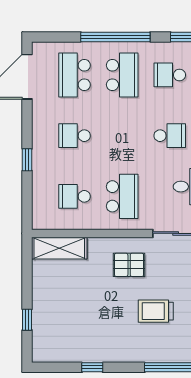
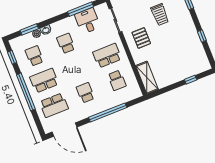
school desk: (170, 75) -> (34, 56), turned 180
school desk: (75, 136) -> (85, 93), turned 180
window: (27, 160) -> (108, 112), width x3.17

